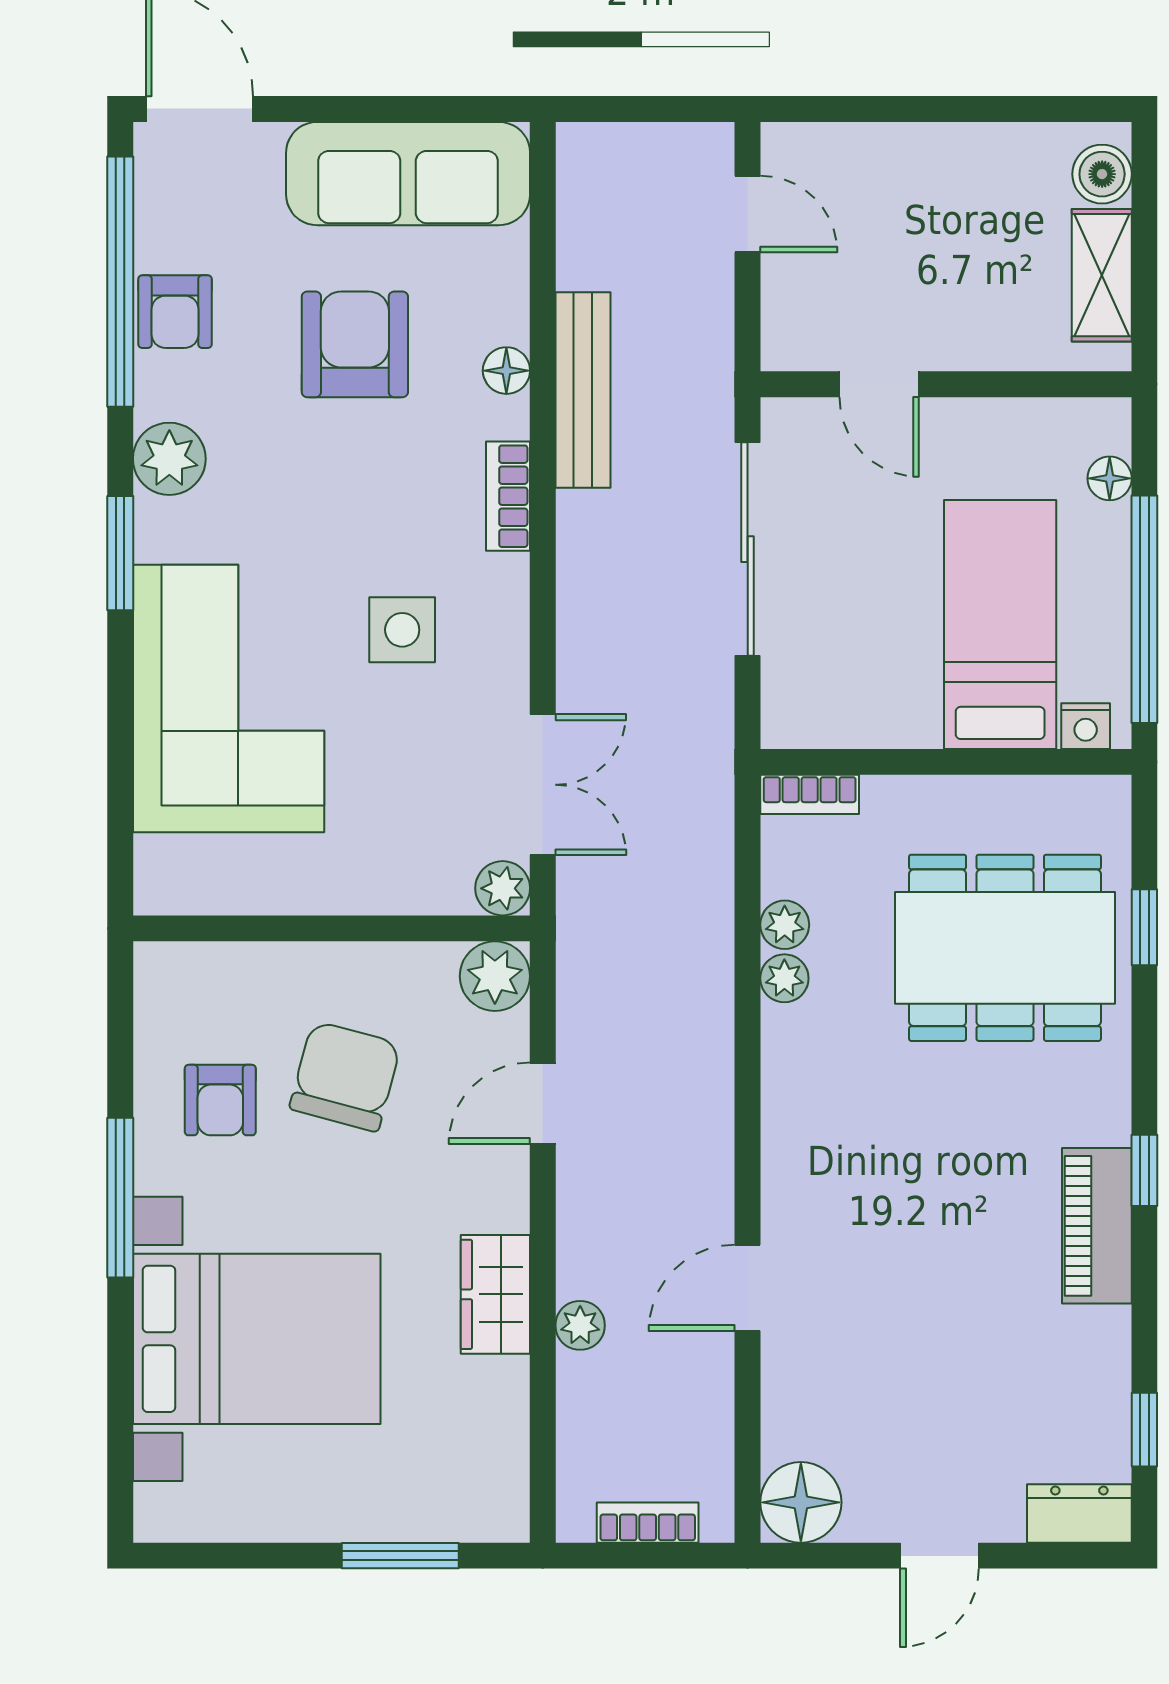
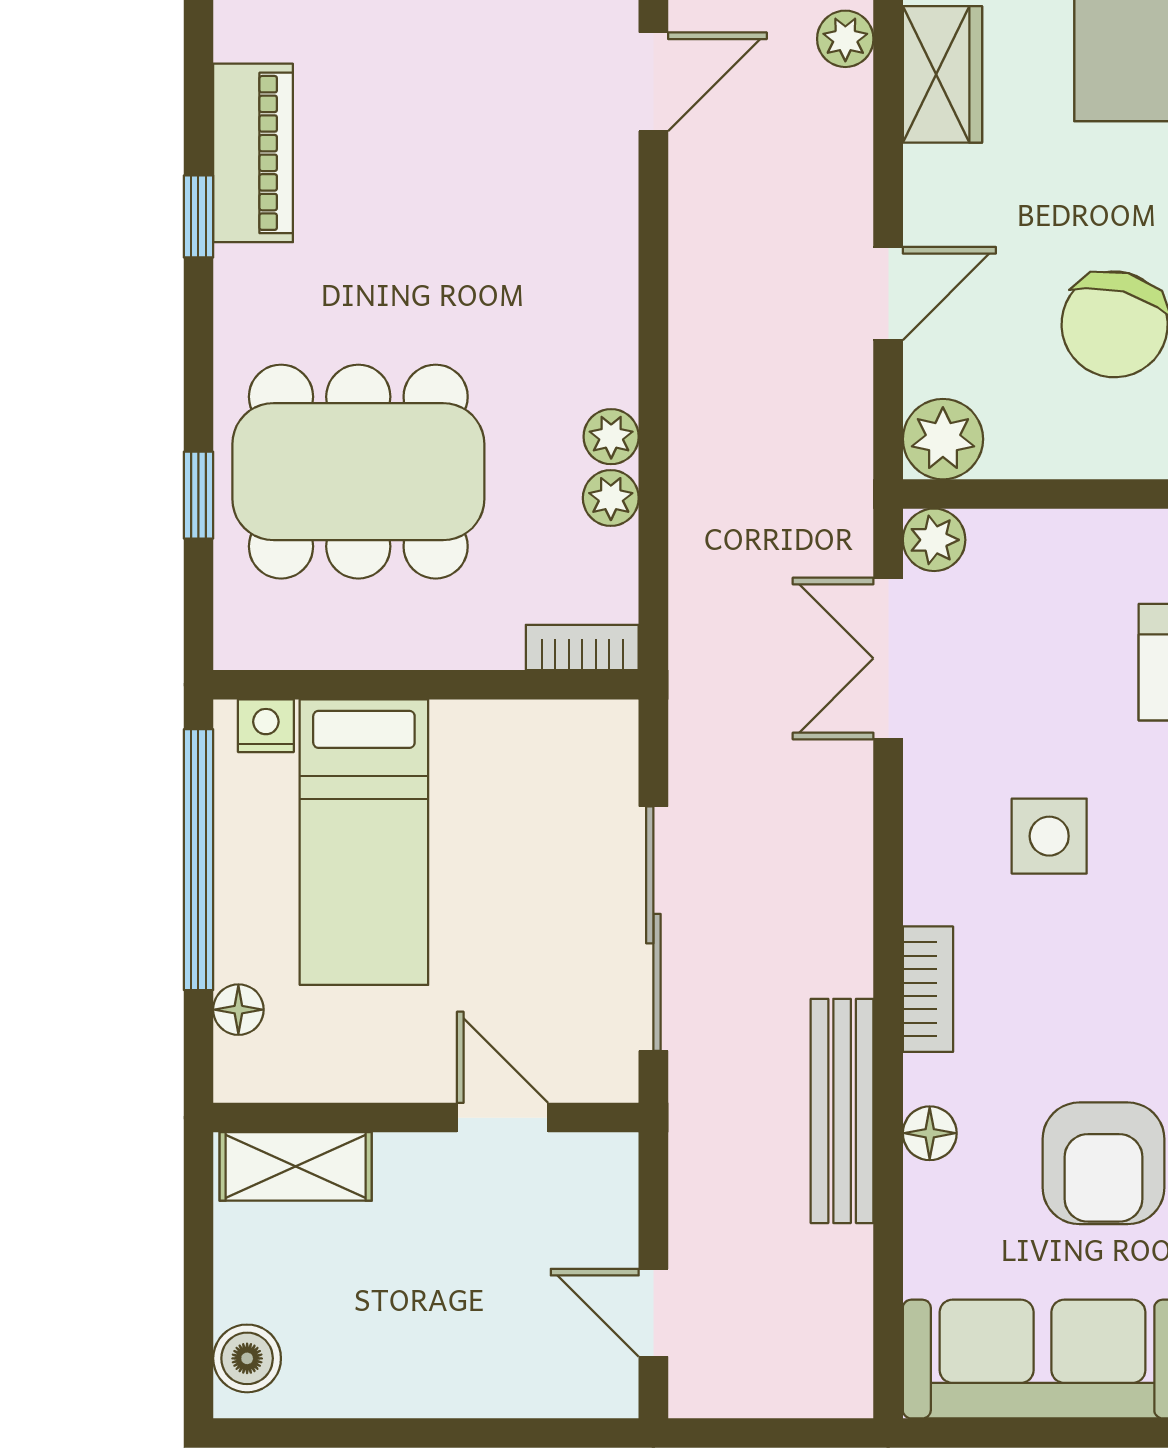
shelving: (1102, 275) -> (296, 1166), moved, turned 90

